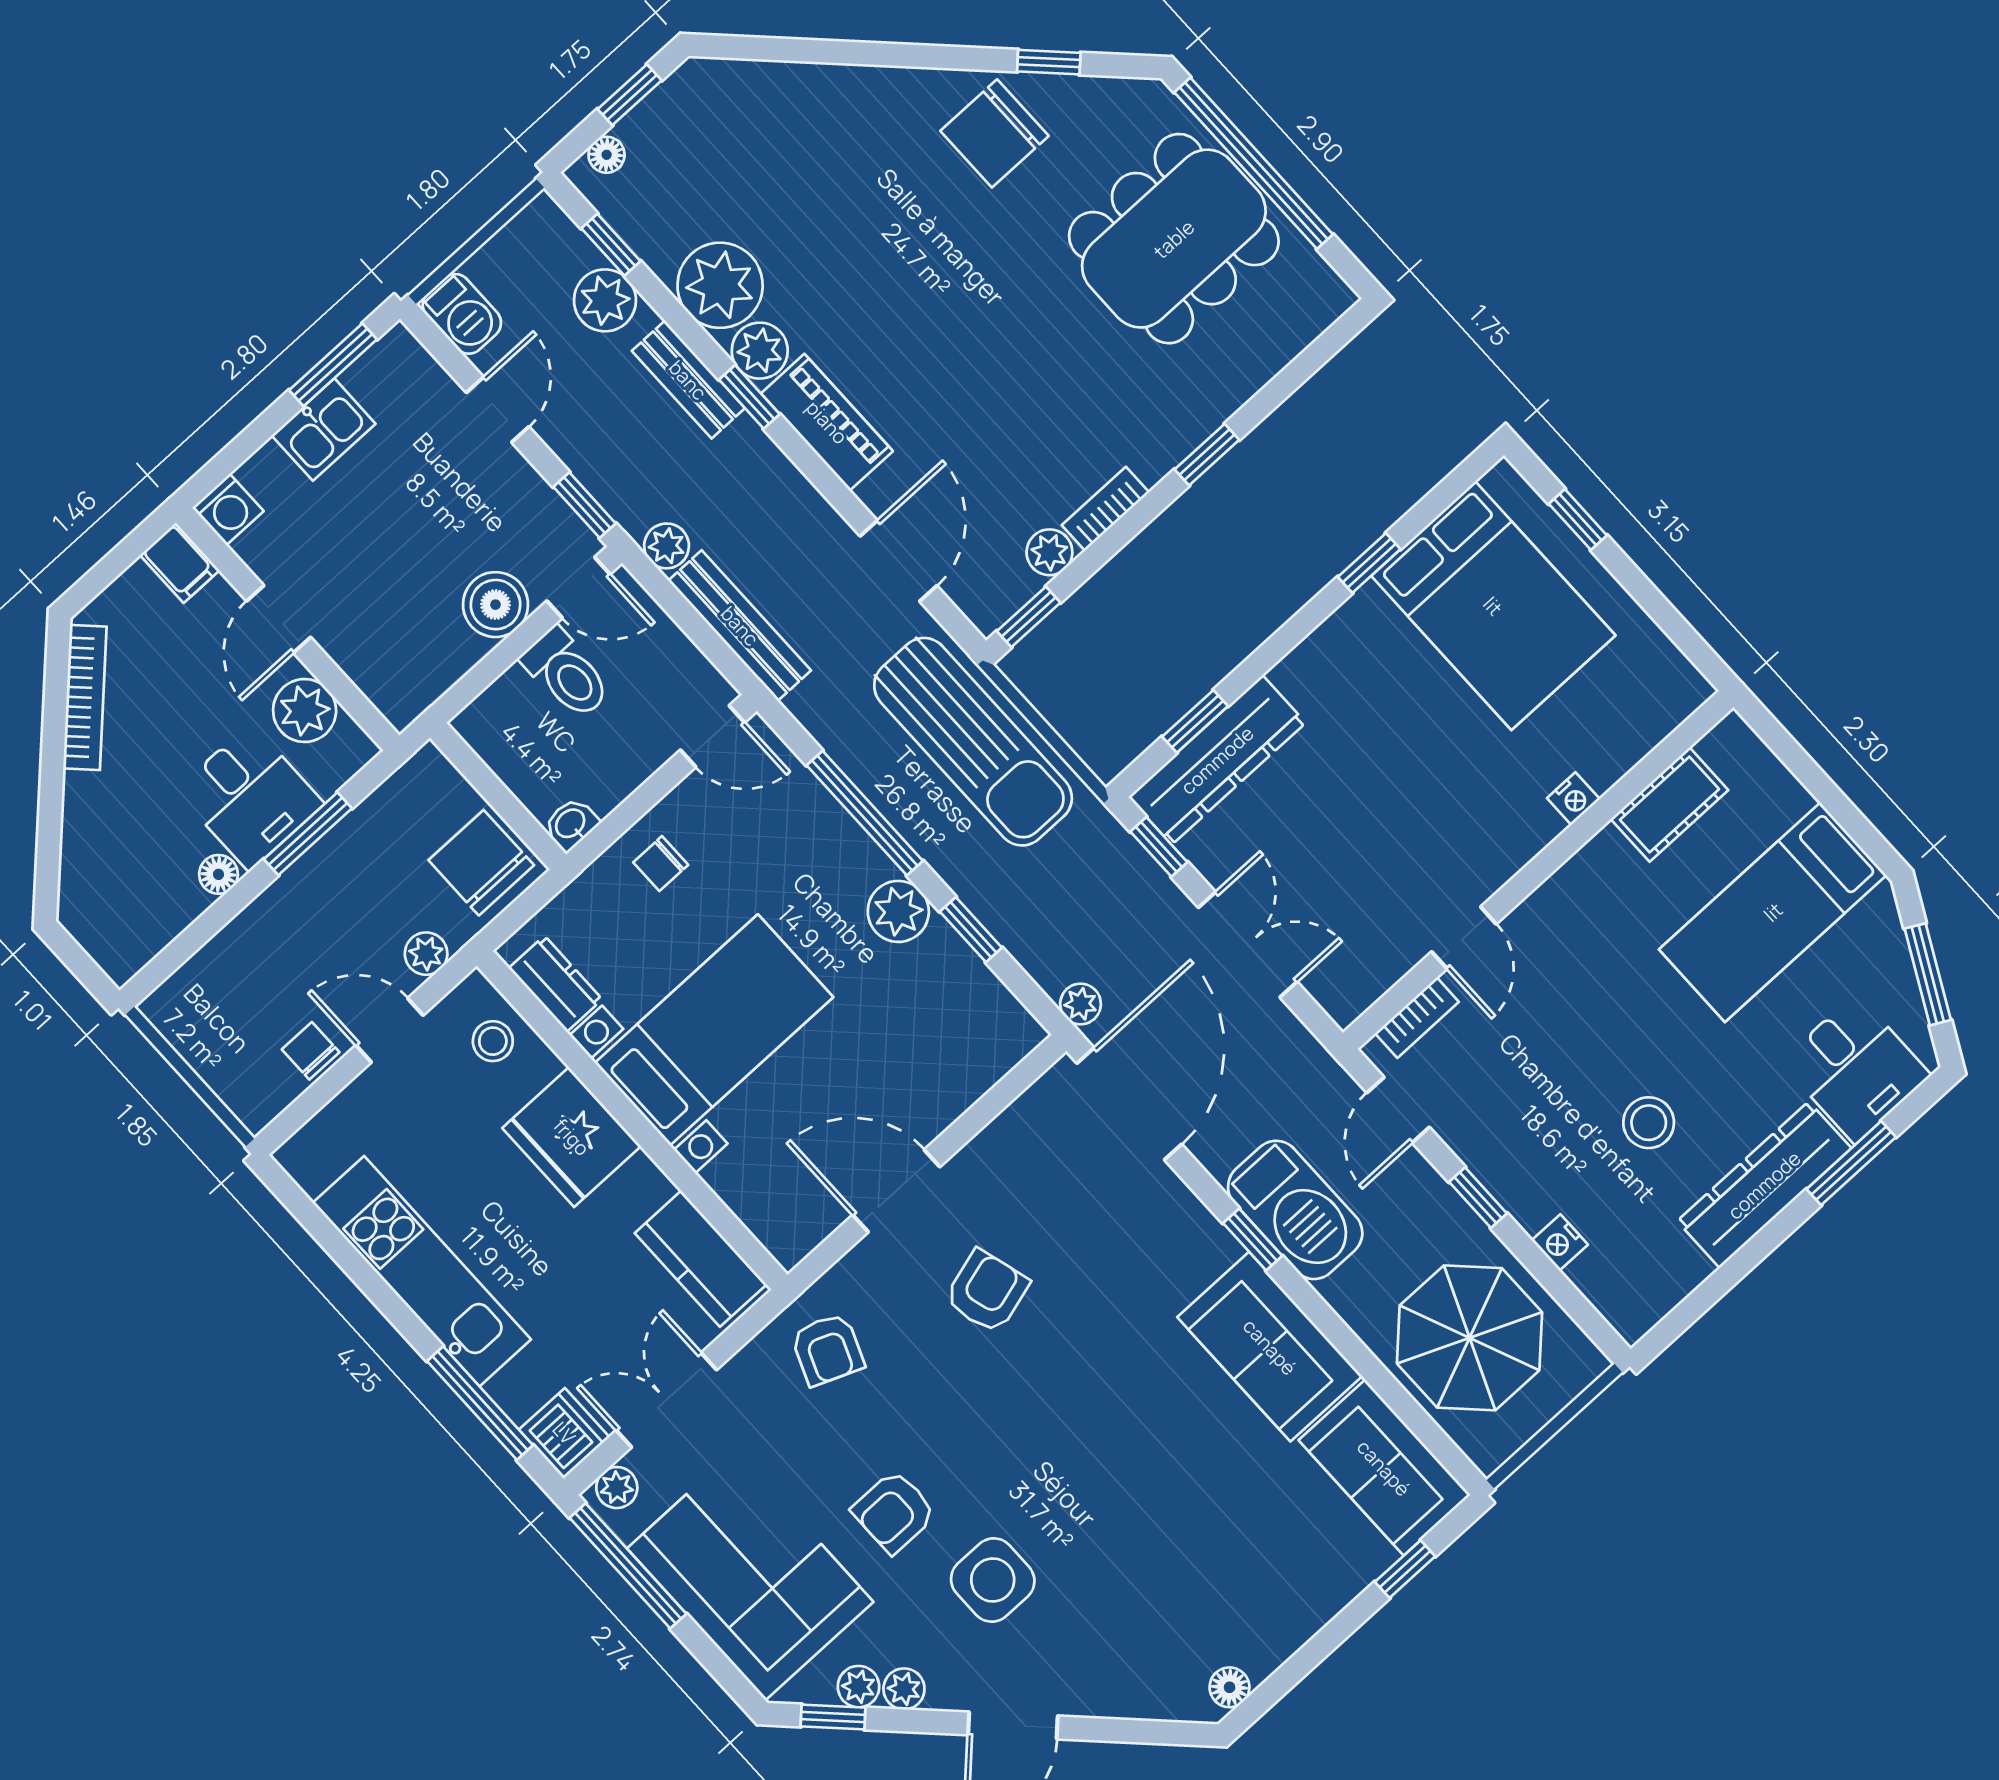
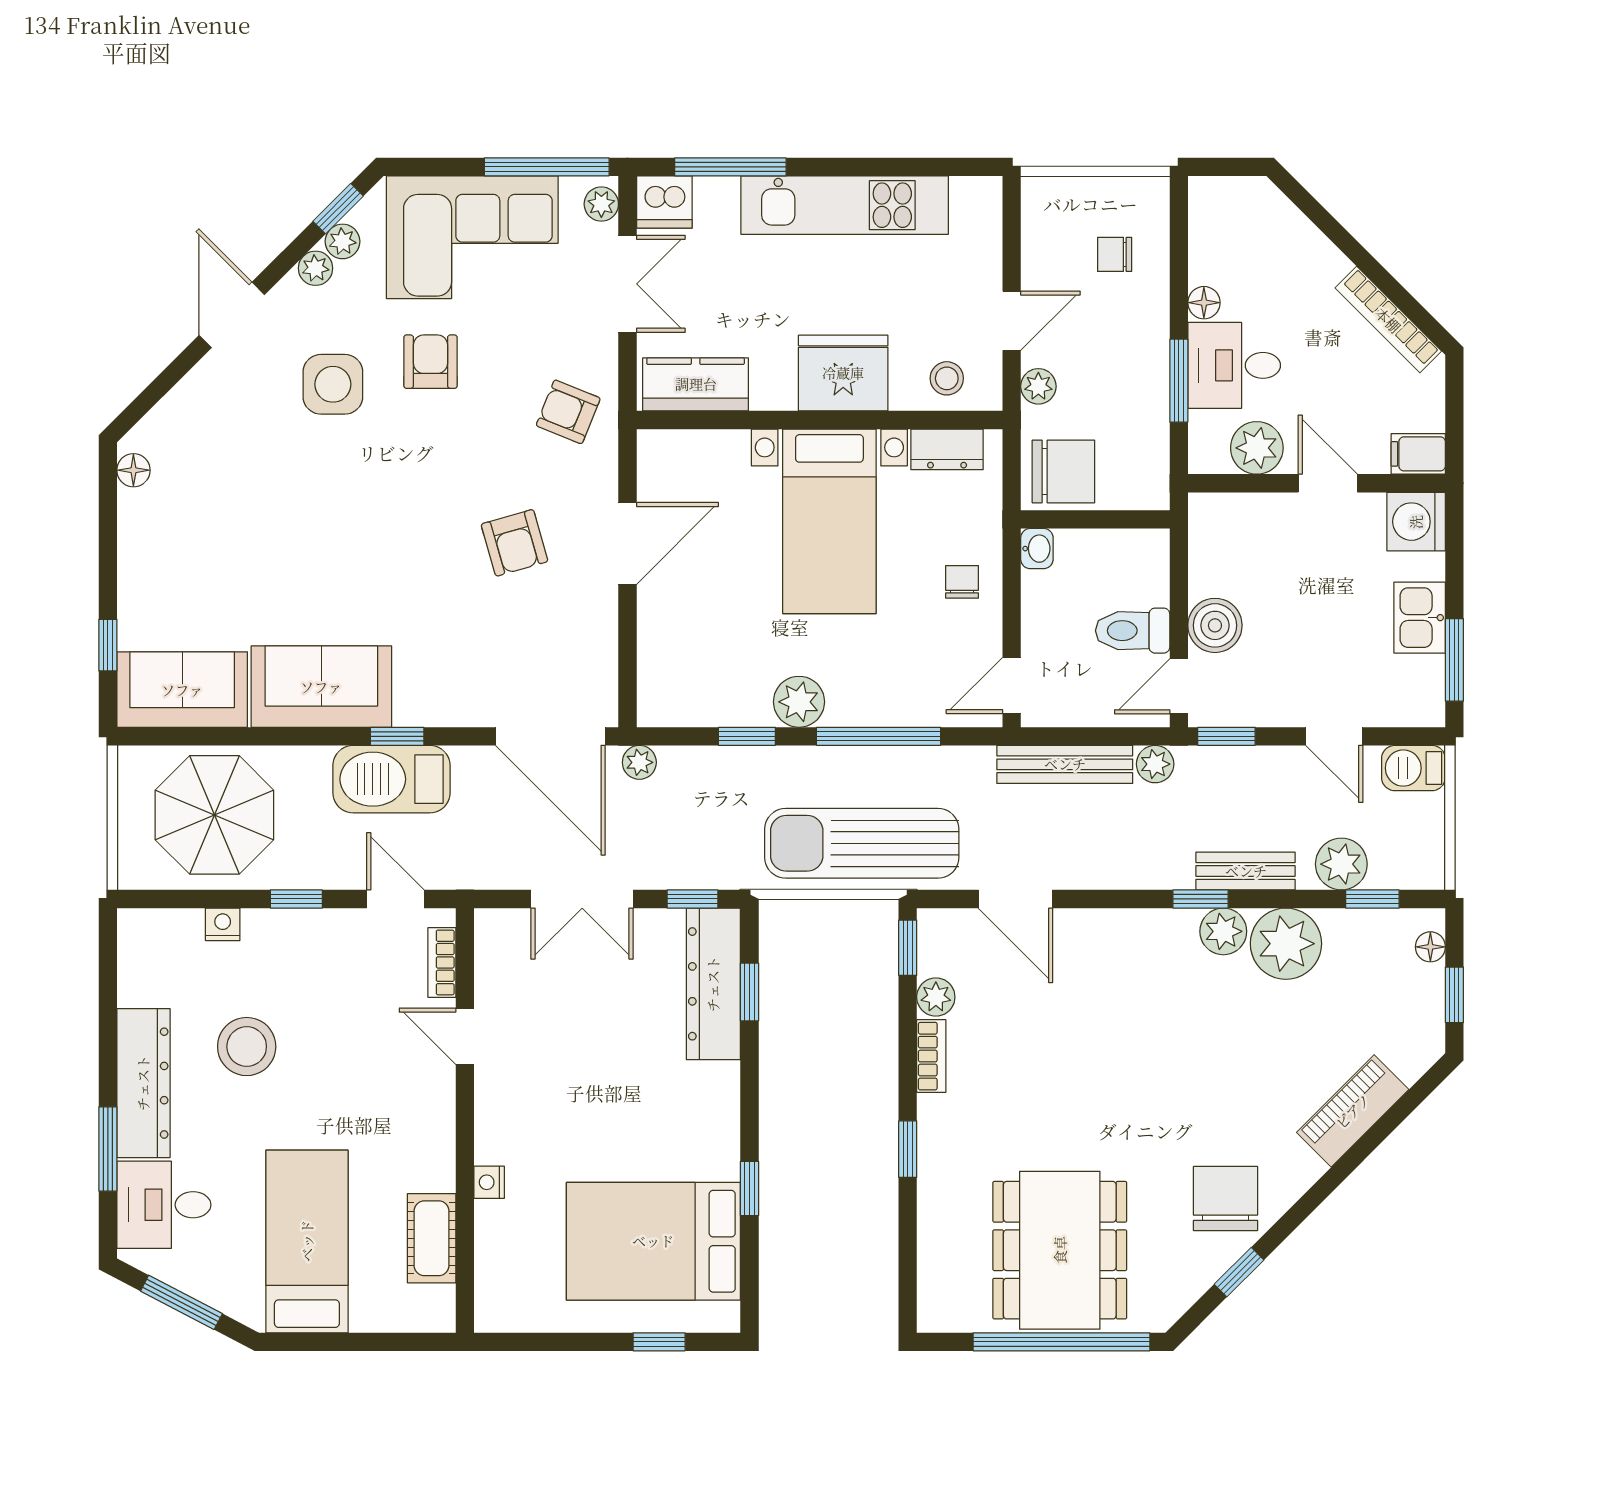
piano: (827, 422) -> (1353, 1111), moved, turned 135
washing machine: (228, 509) -> (1416, 522), width x1.38, depth x1.38
chair: (311, 1051) -> (1115, 254), moved, turned 180
stool: (1649, 1123) -> (247, 1047), width x1.38, depth x1.38

